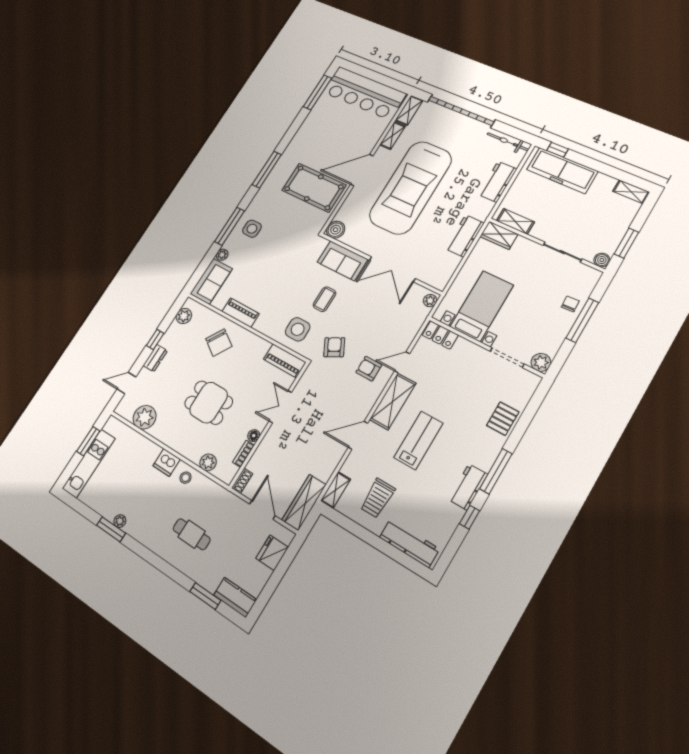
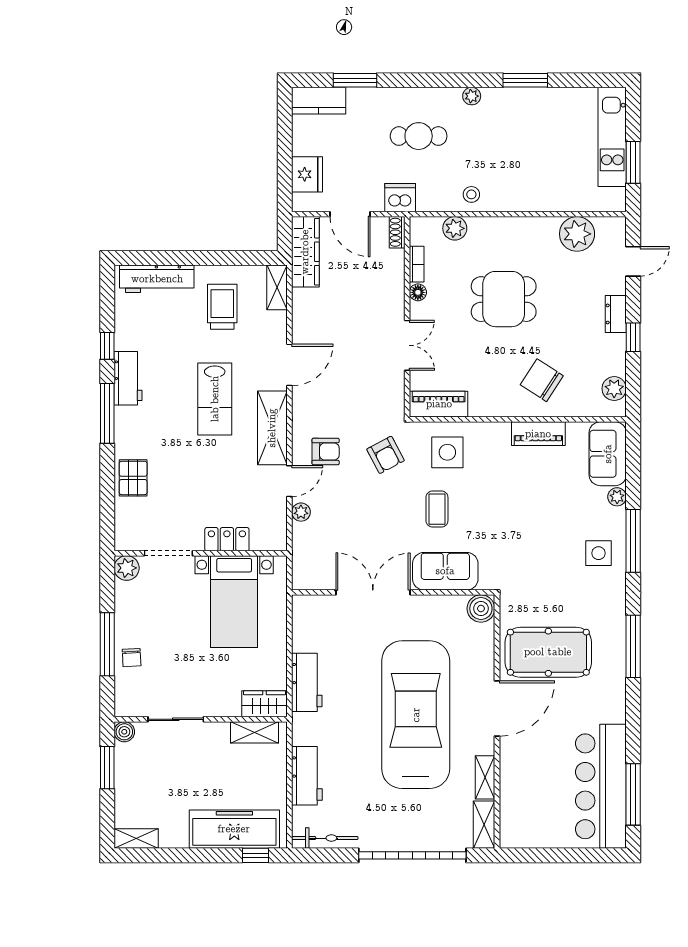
bar counter: (364, 93) -> (601, 786), moved, turned -90
plant: (430, 301) -> (301, 512), moved
locker: (440, 335) -> (227, 539), moved
dishwasher: (167, 462) -> (400, 198), moved
plant: (120, 521) -> (472, 96), moved

